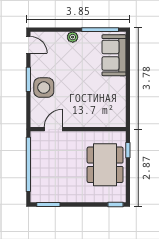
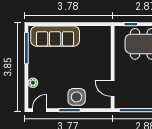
plant: (73, 37) -> (33, 83), moved
sofa: (114, 55) -> (55, 36), width x1.36

